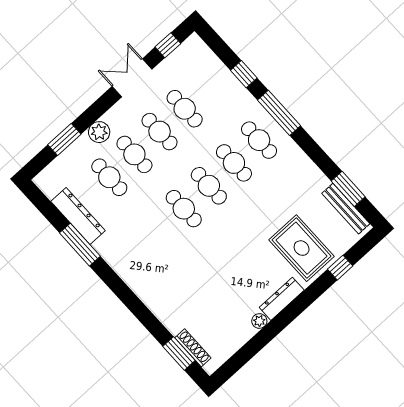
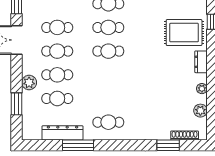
cafe table: (184, 209) -> (108, 122), moved
dresser: (282, 299) -> (201, 62), width x0.70
plant: (235, 341) -> (200, 111), added
window: (179, 353) -> (168, 145), moved

